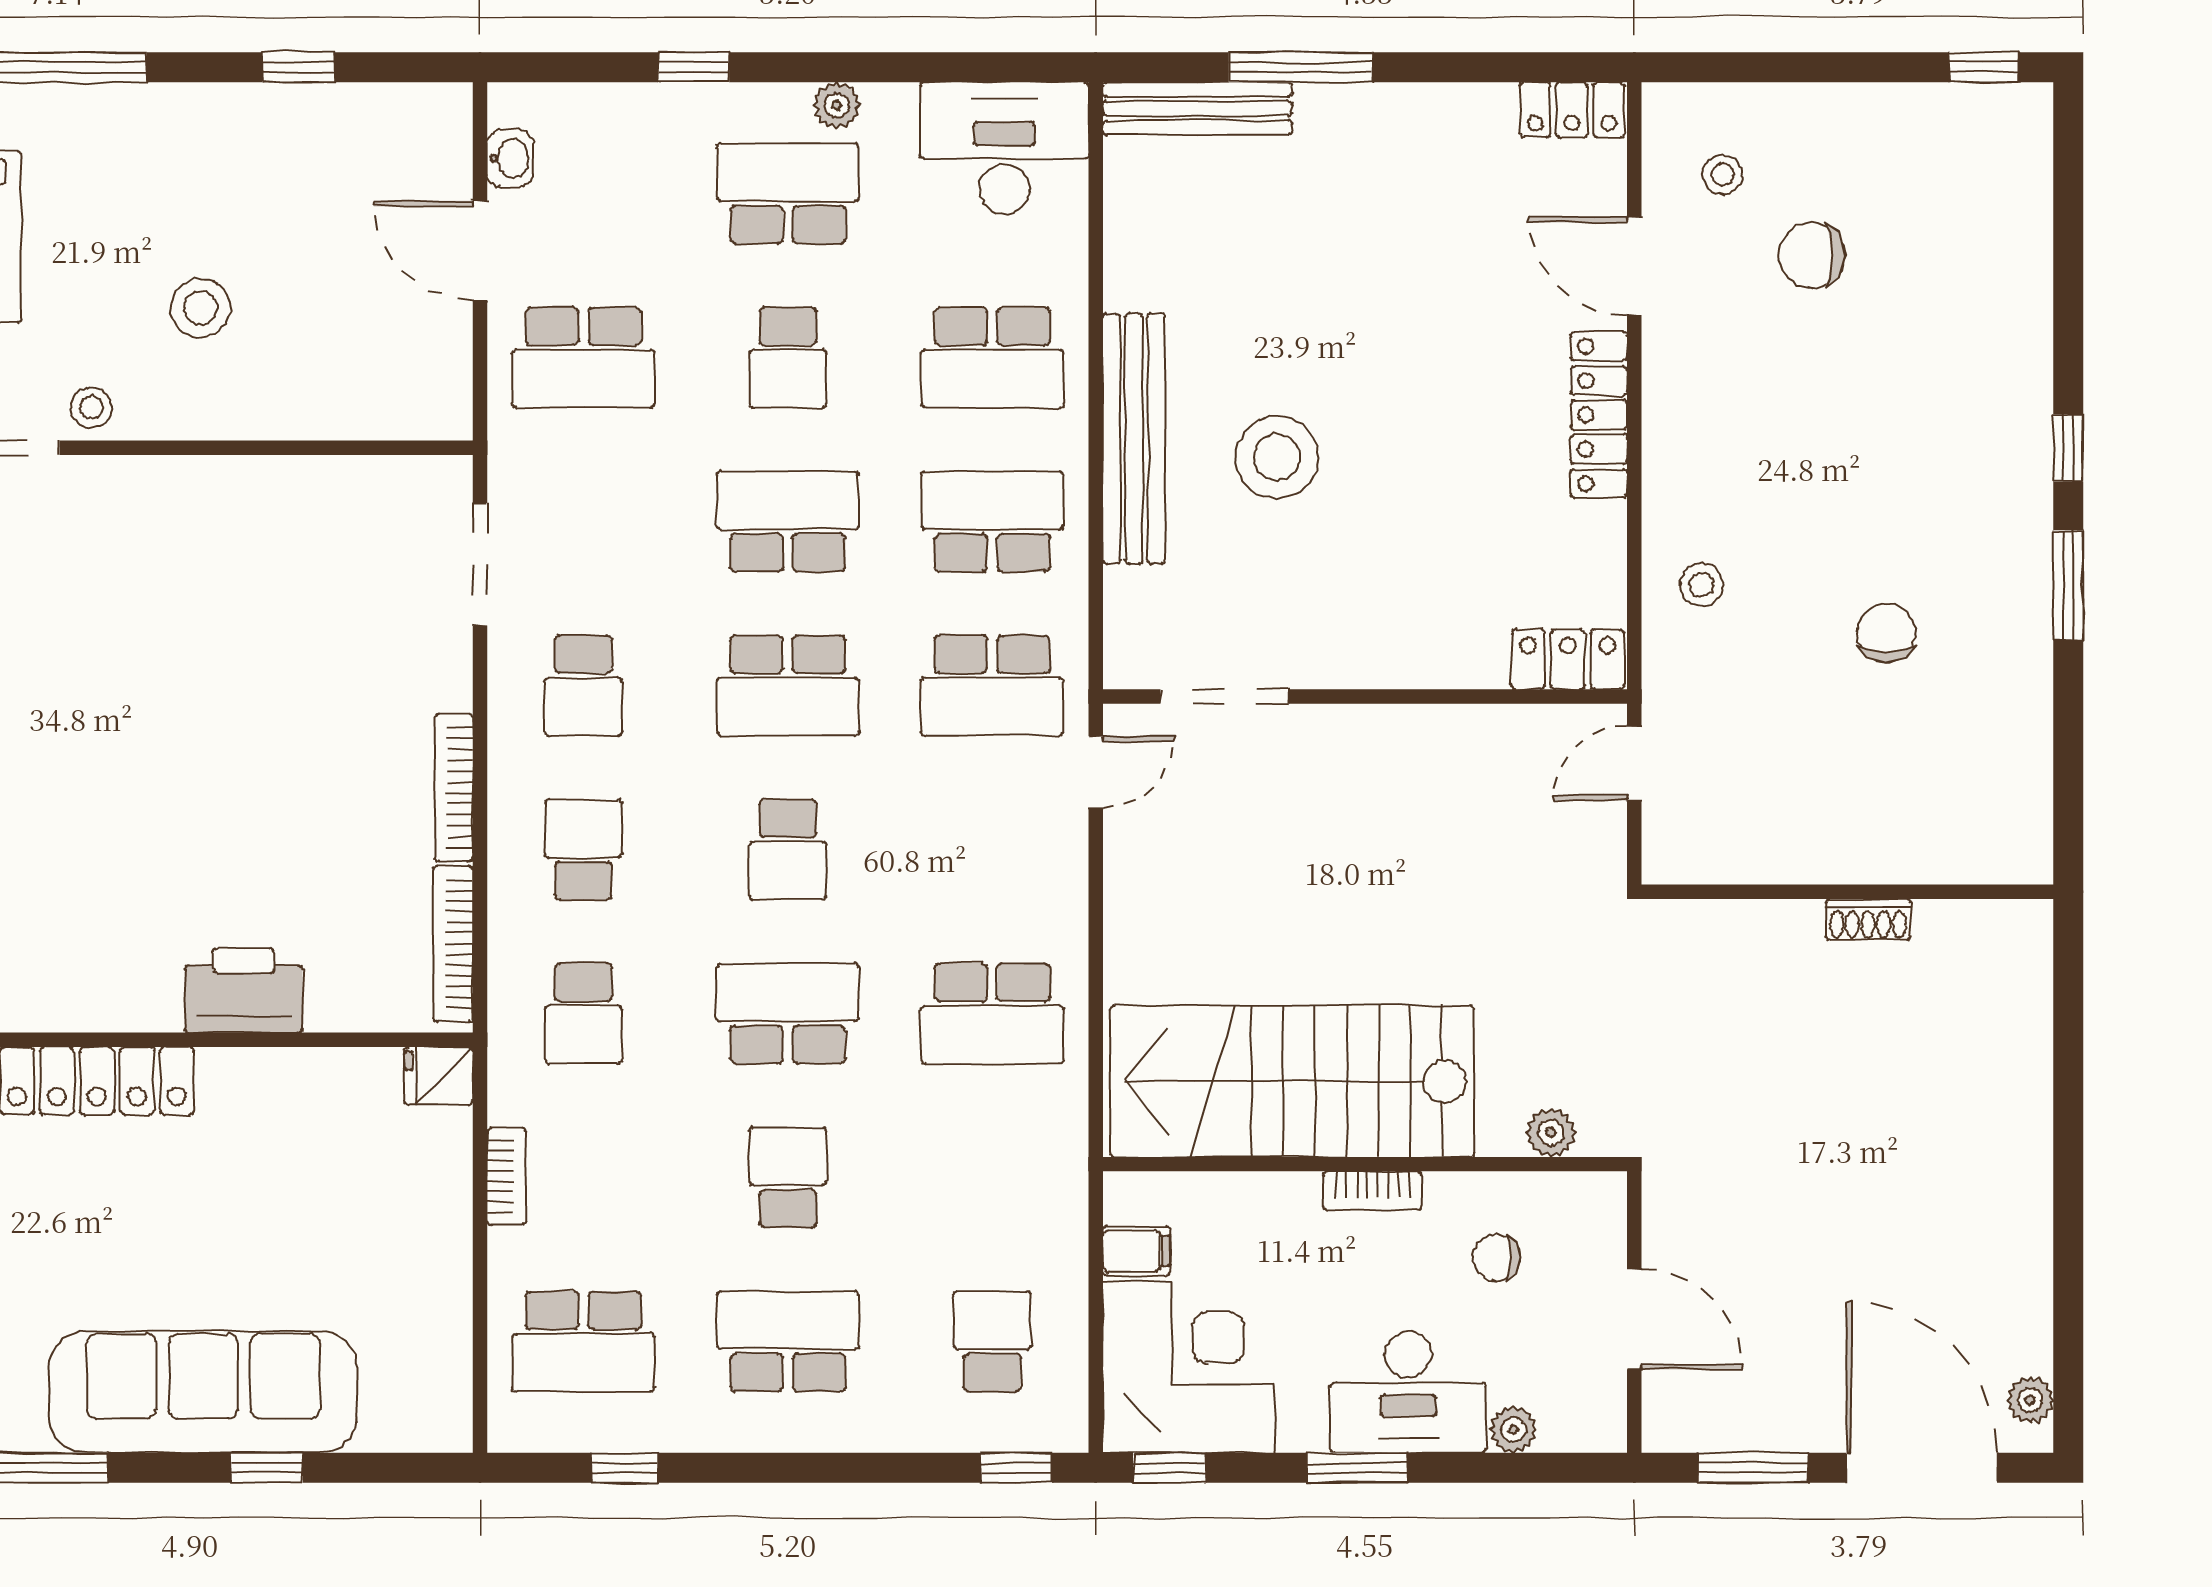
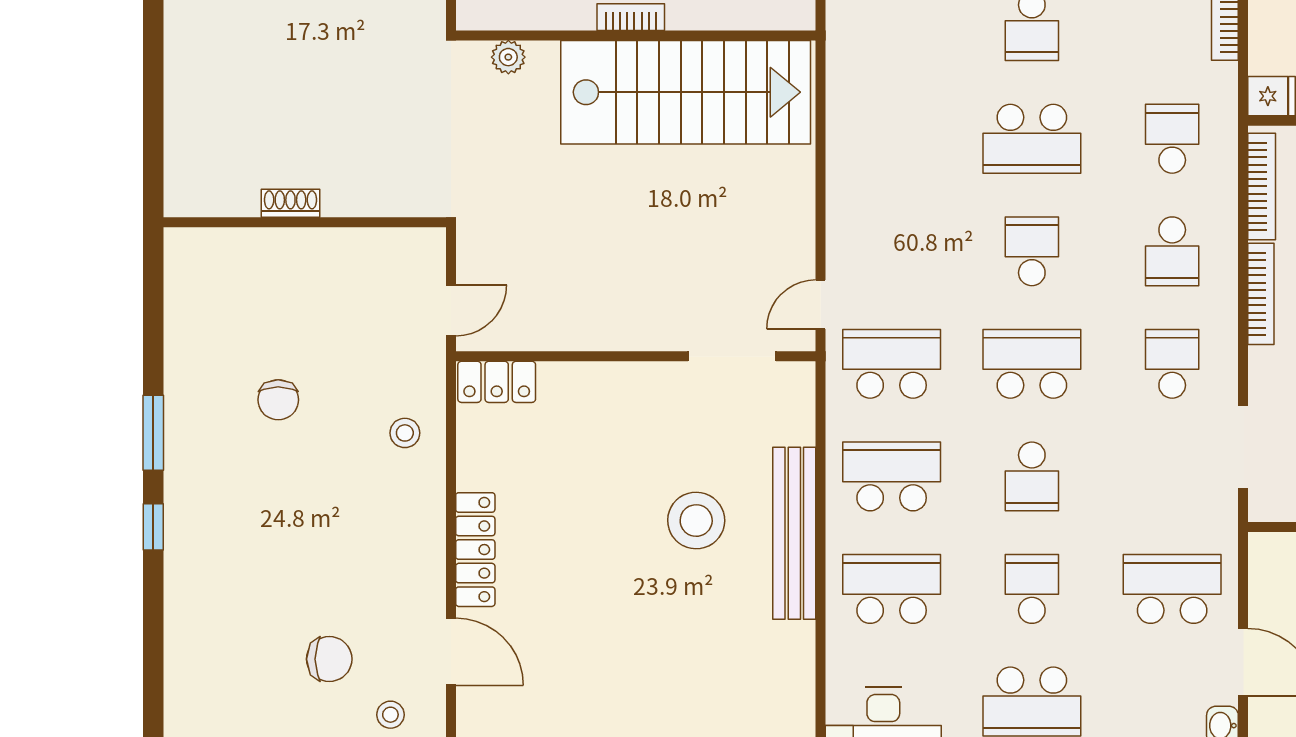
school desk: (788, 522) -> (1032, 476), width x0.54
school desk: (992, 522) -> (892, 476), turned 180
school desk: (992, 1013) -> (892, 139), removed

